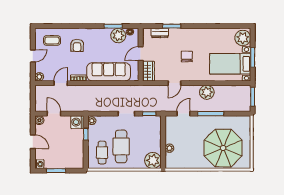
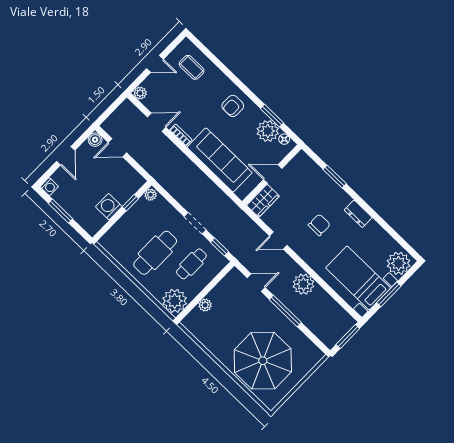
dresser: (160, 33) -> (358, 214), moved
armchair: (77, 45) -> (233, 106), moved
door: (54, 114) -> (117, 148), swing flipped
washing machine: (77, 122) -> (109, 207), moved
cafe table: (102, 153) -> (191, 264), moved

